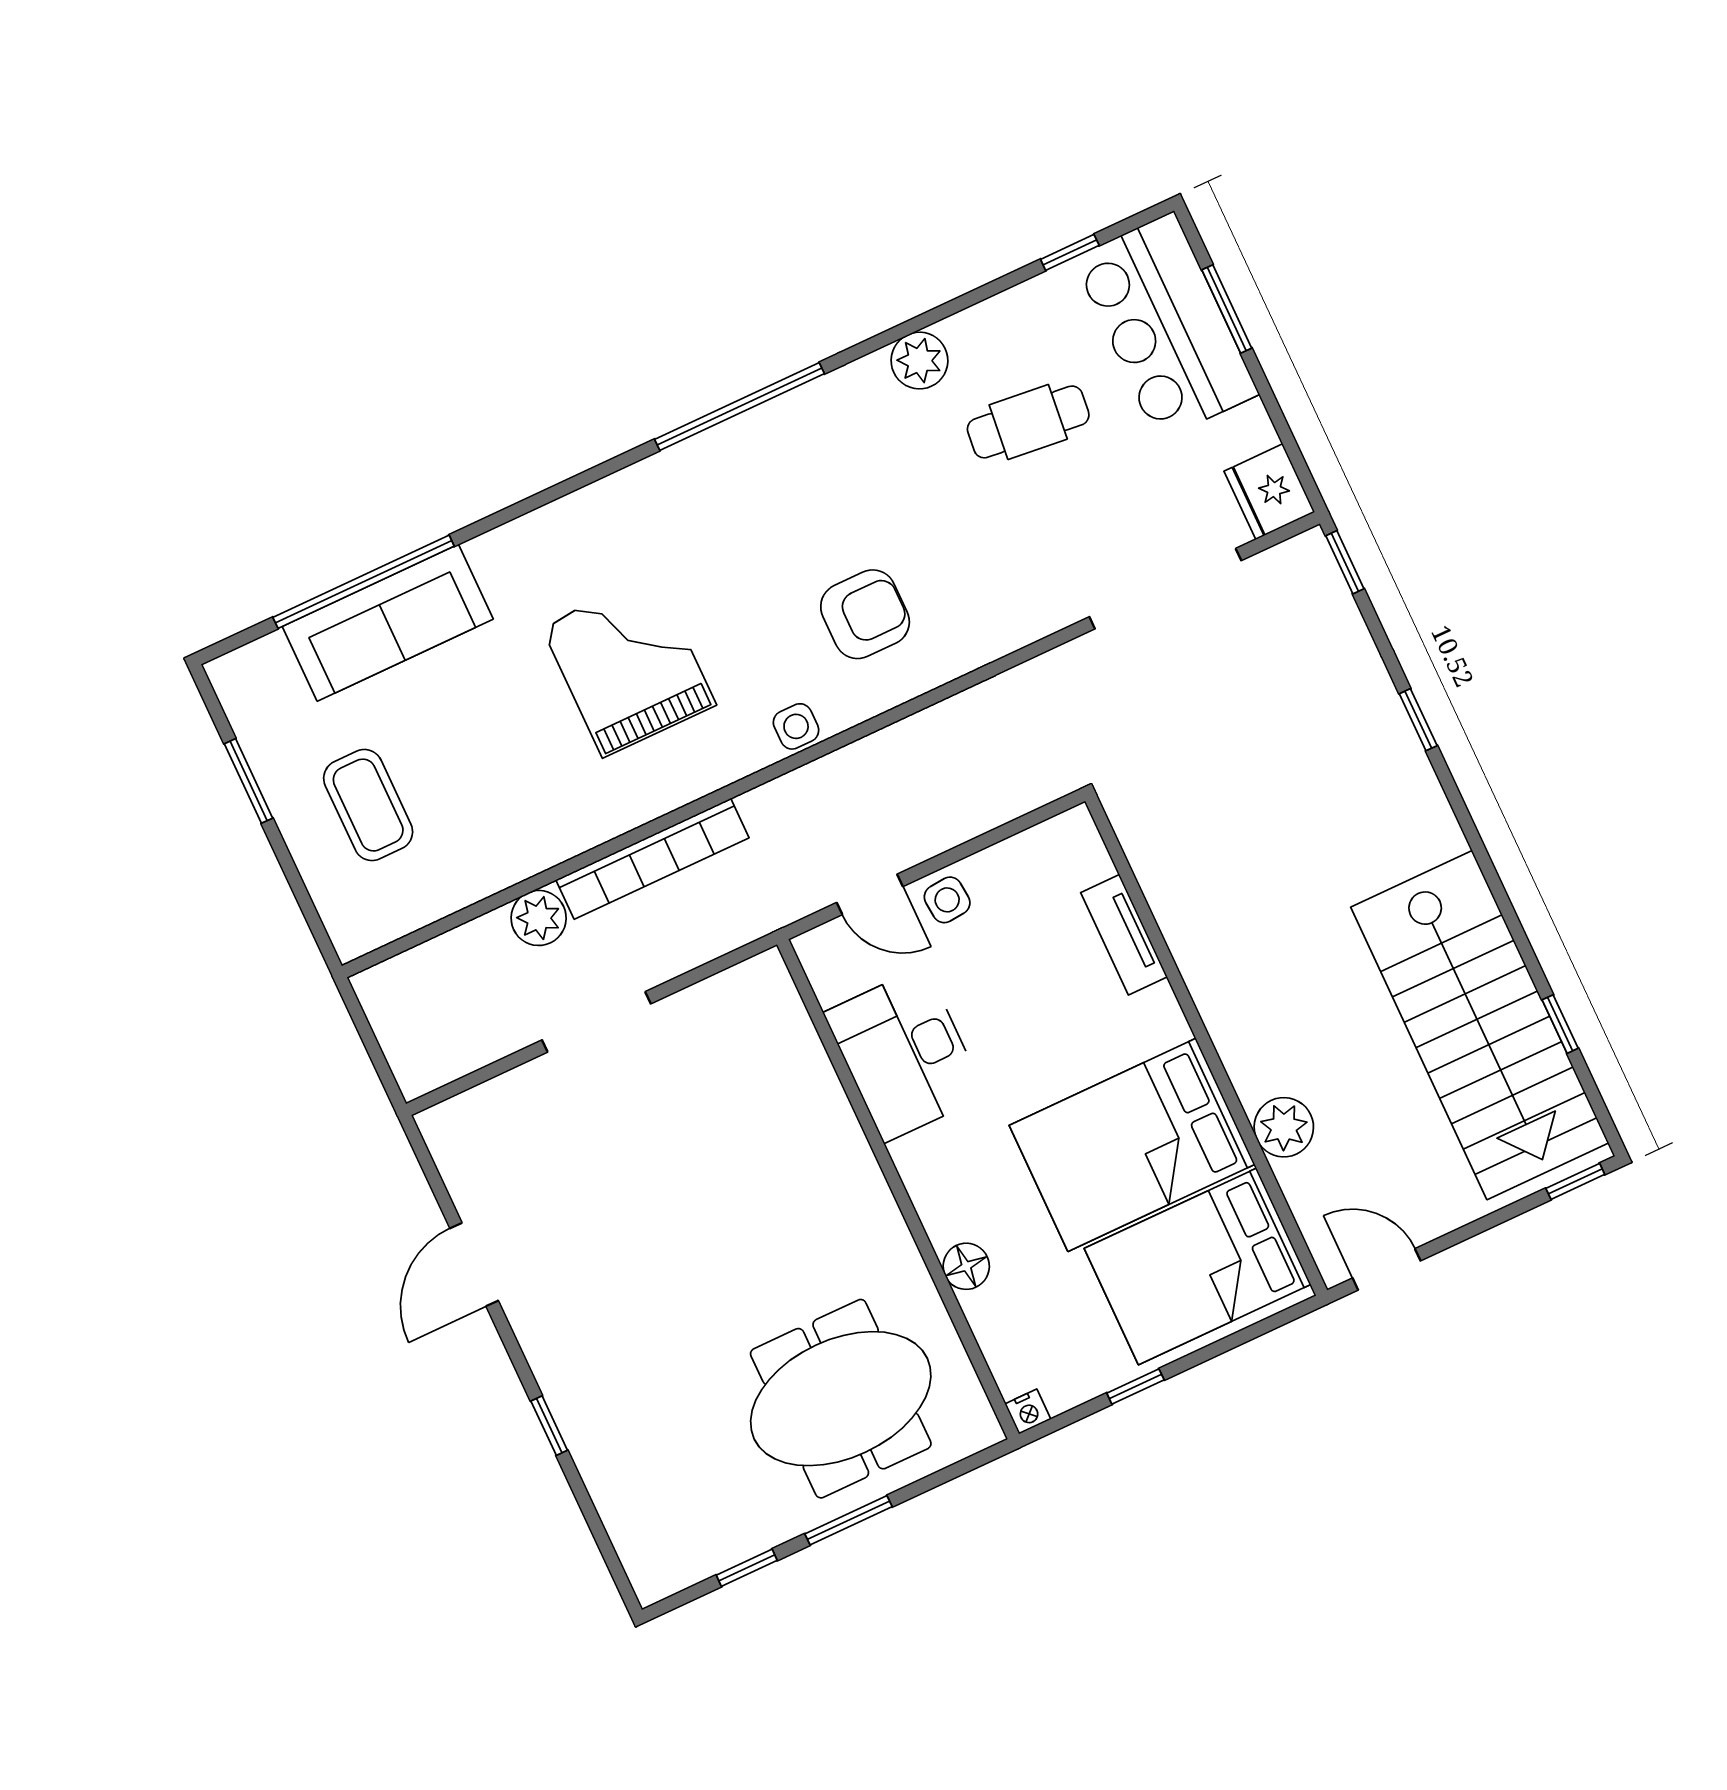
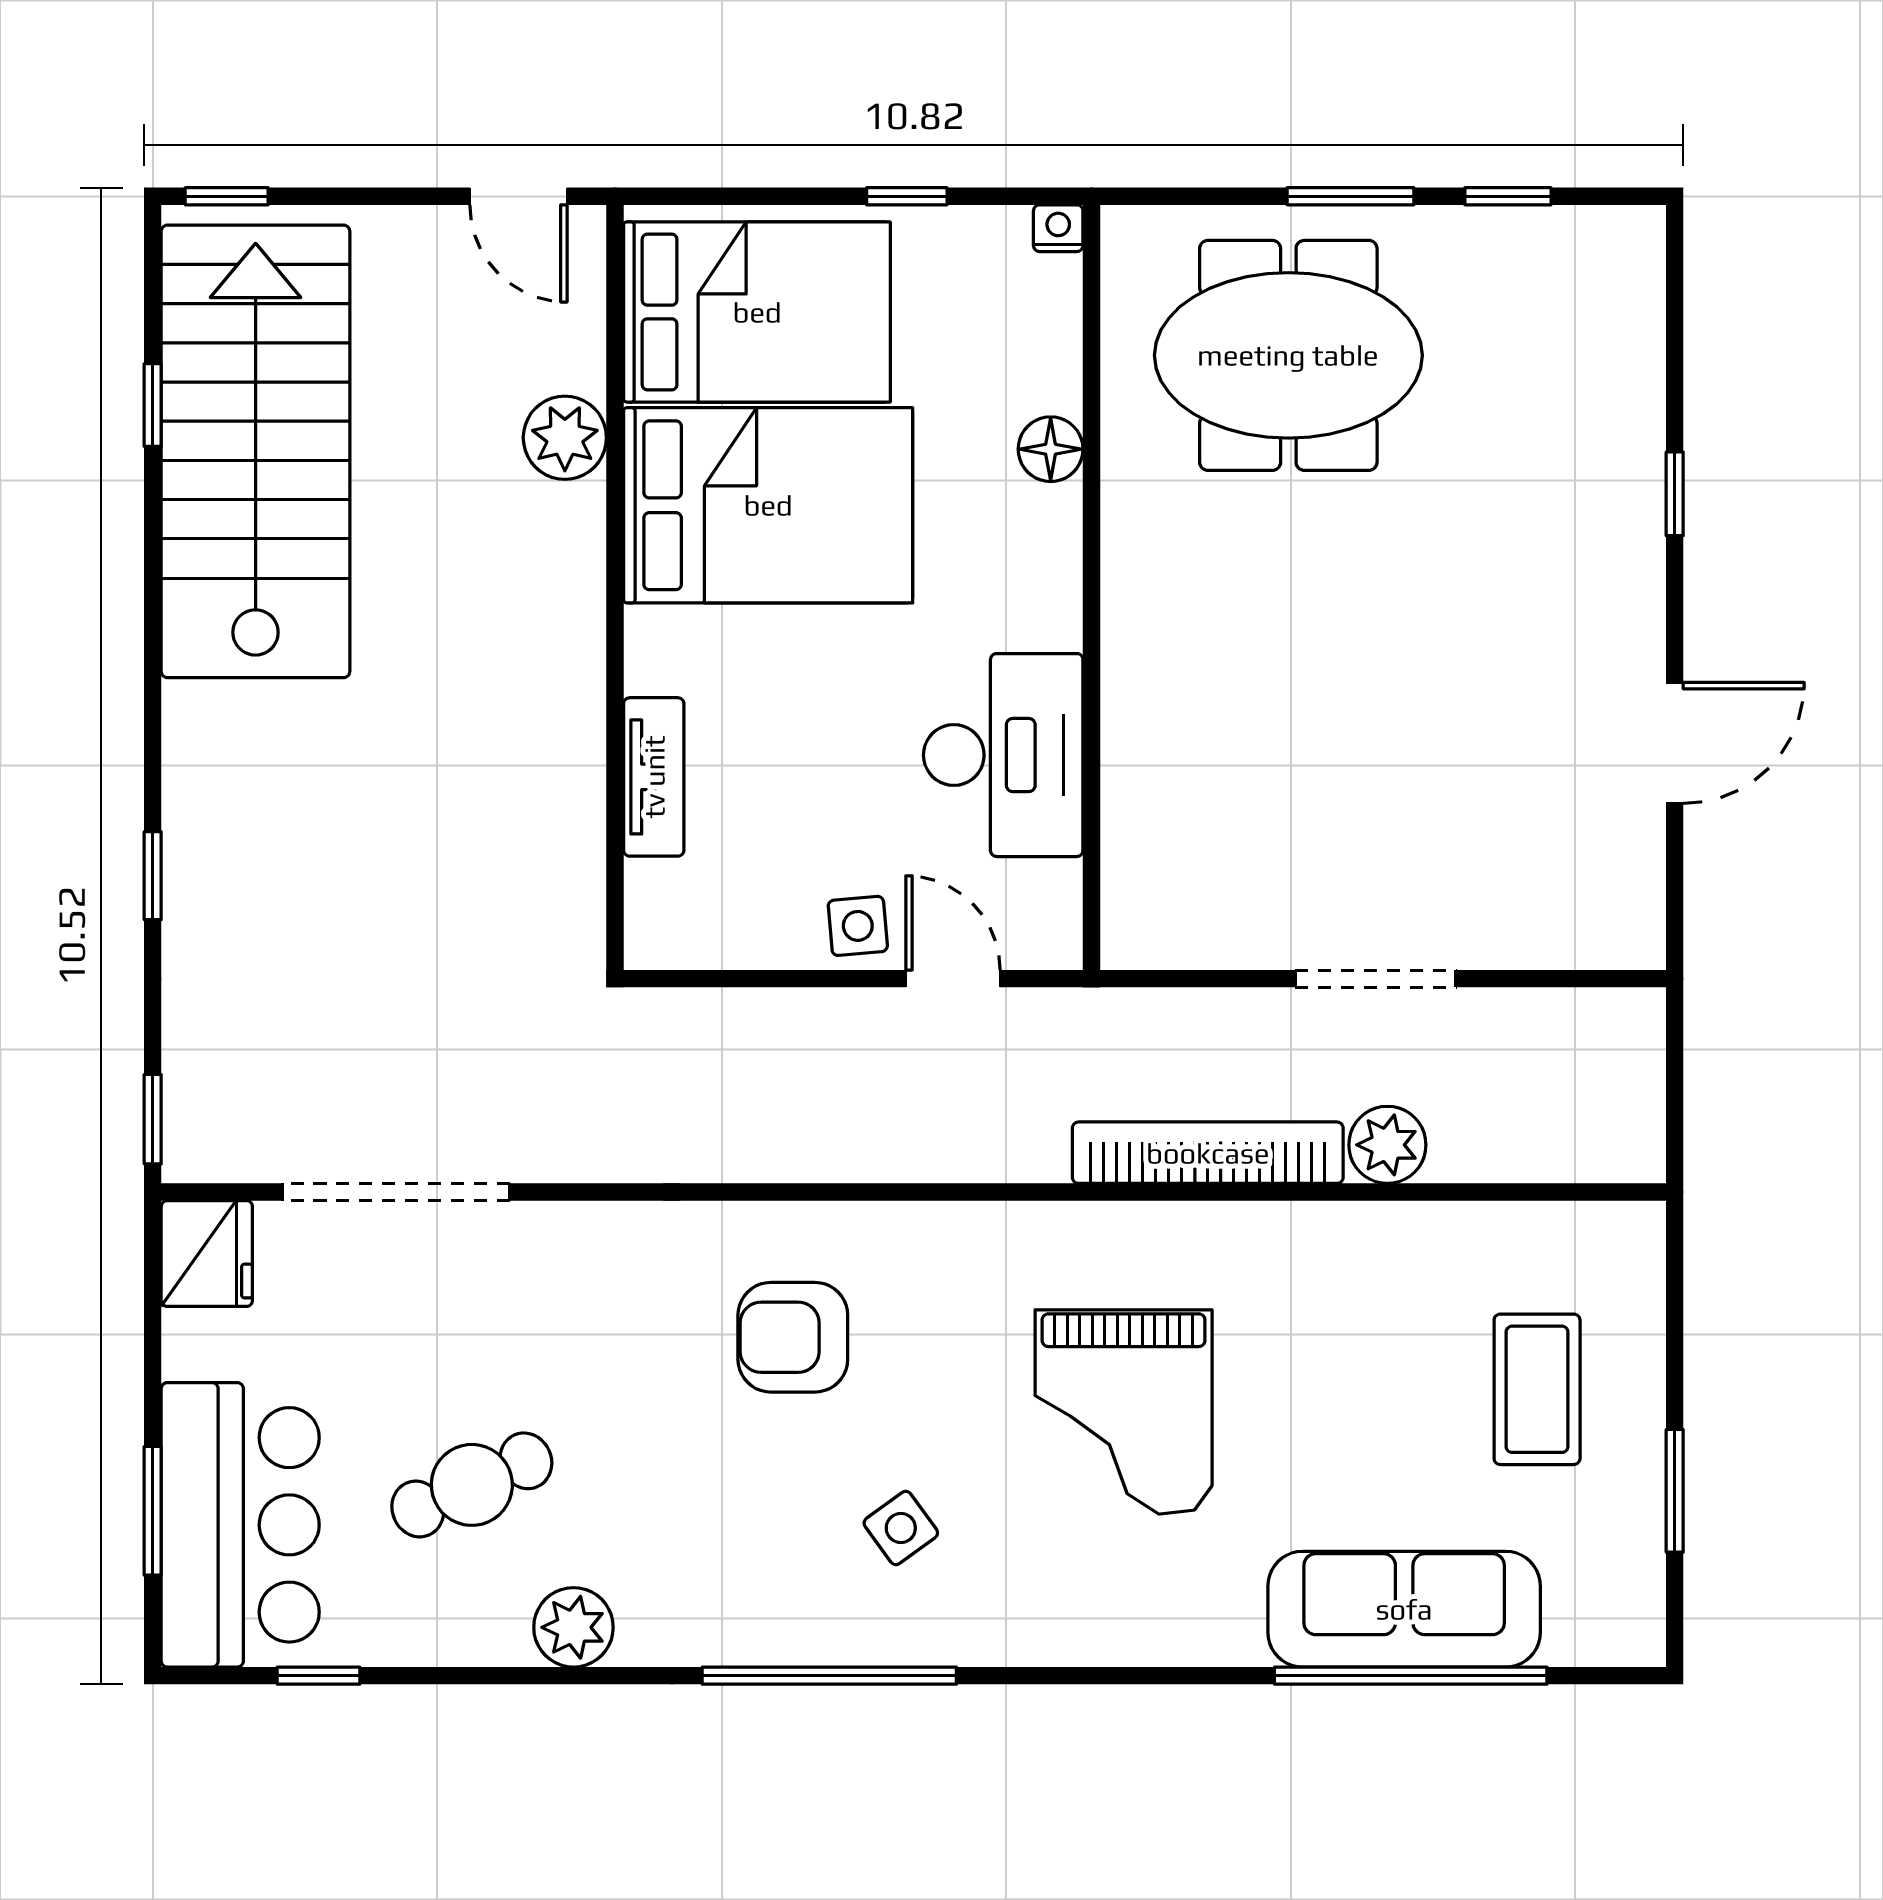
cafe table: (1028, 422) -> (472, 1485), turned -30
side table: (796, 726) -> (901, 1528), moved, turned -36

